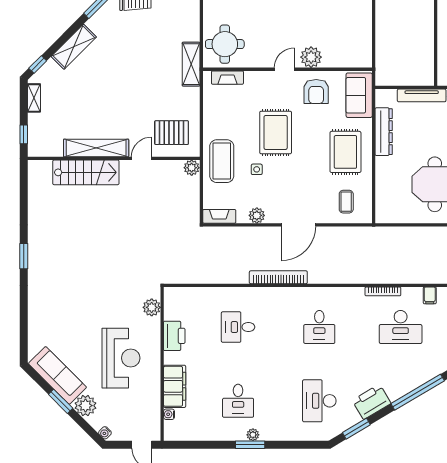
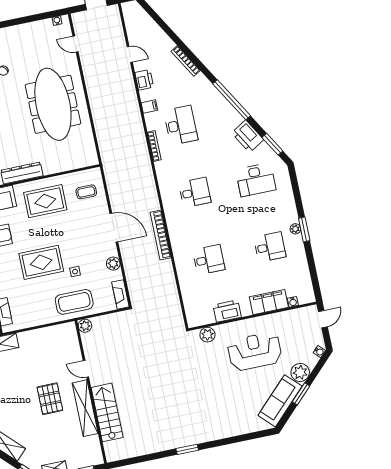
pallet: (172, 133) -> (50, 399), moved
desk: (238, 327) -> (209, 260), turned -90

